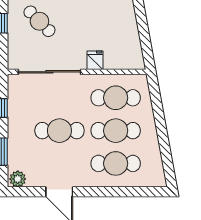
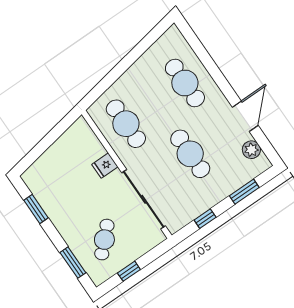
cafe table: (116, 131) -> (155, 103), removed
plant: (18, 179) -> (251, 150), moved

